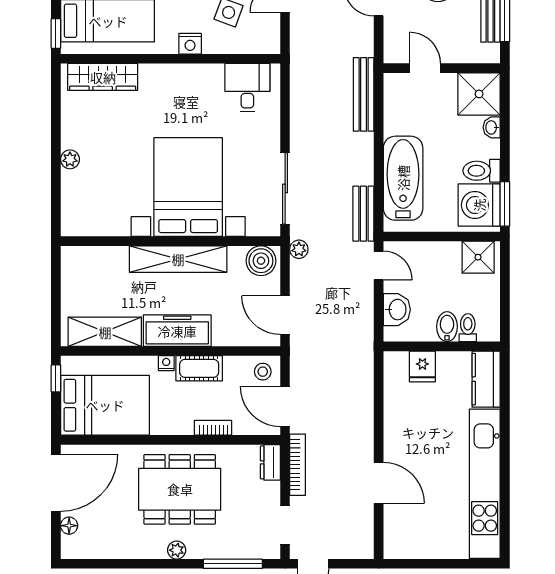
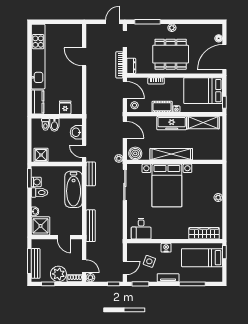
washing machine: (479, 205) -> (36, 182), width x0.53, depth x0.53

